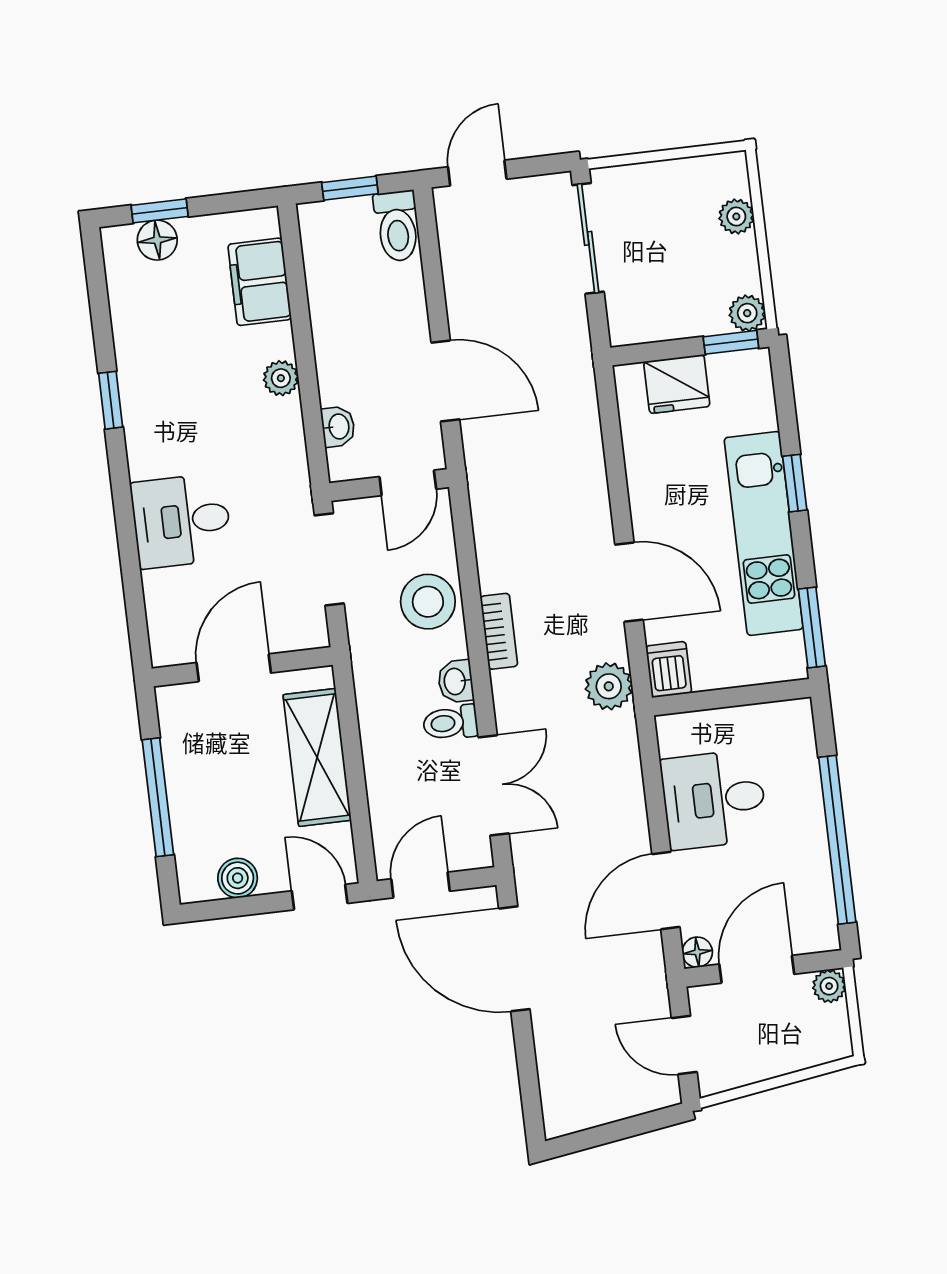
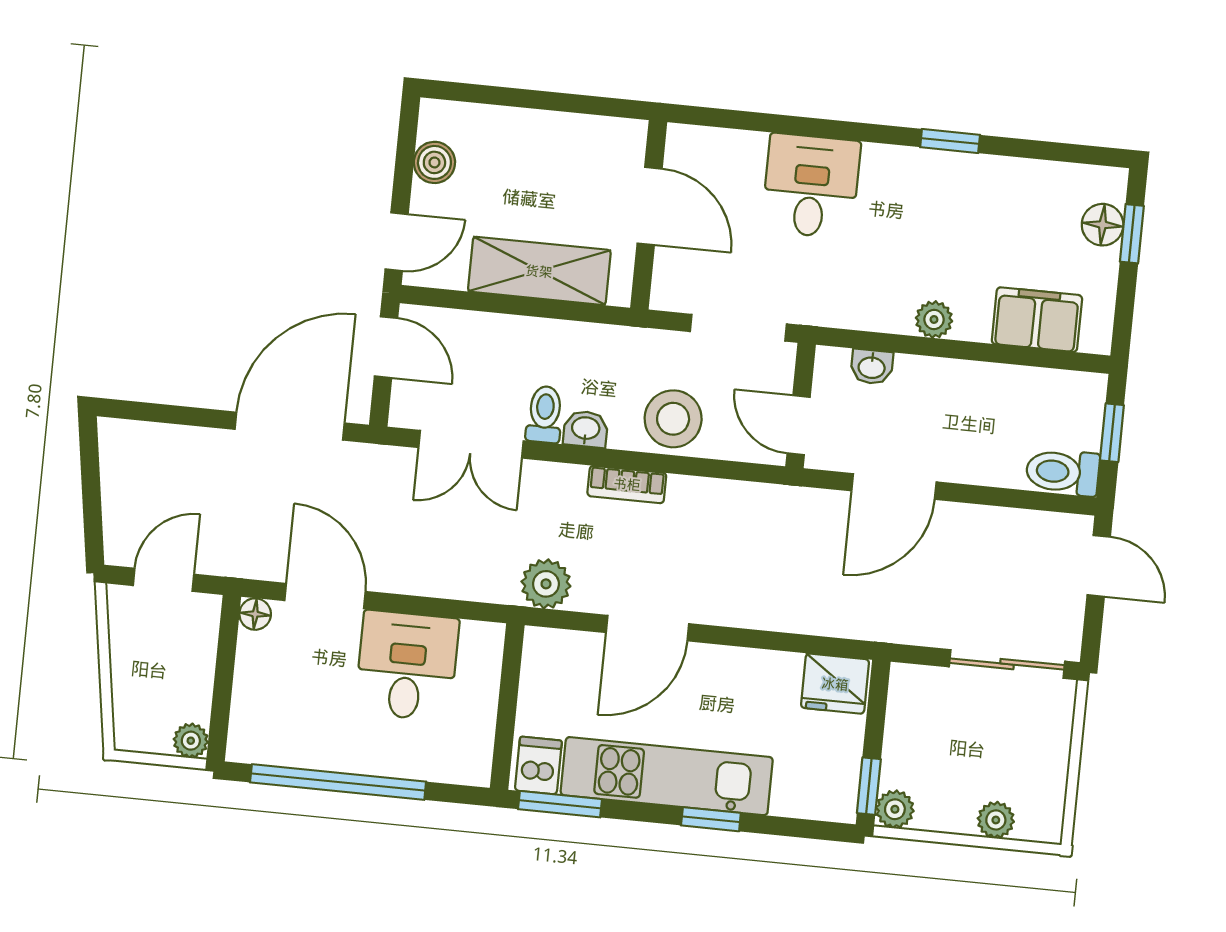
fridge: (677, 384) -> (835, 684), moved, turned -90
dishwasher: (669, 670) -> (538, 765), moved, turned -90
window: (158, 797) -> (535, 100), removed
door: (757, 969) -> (224, 671), removed

